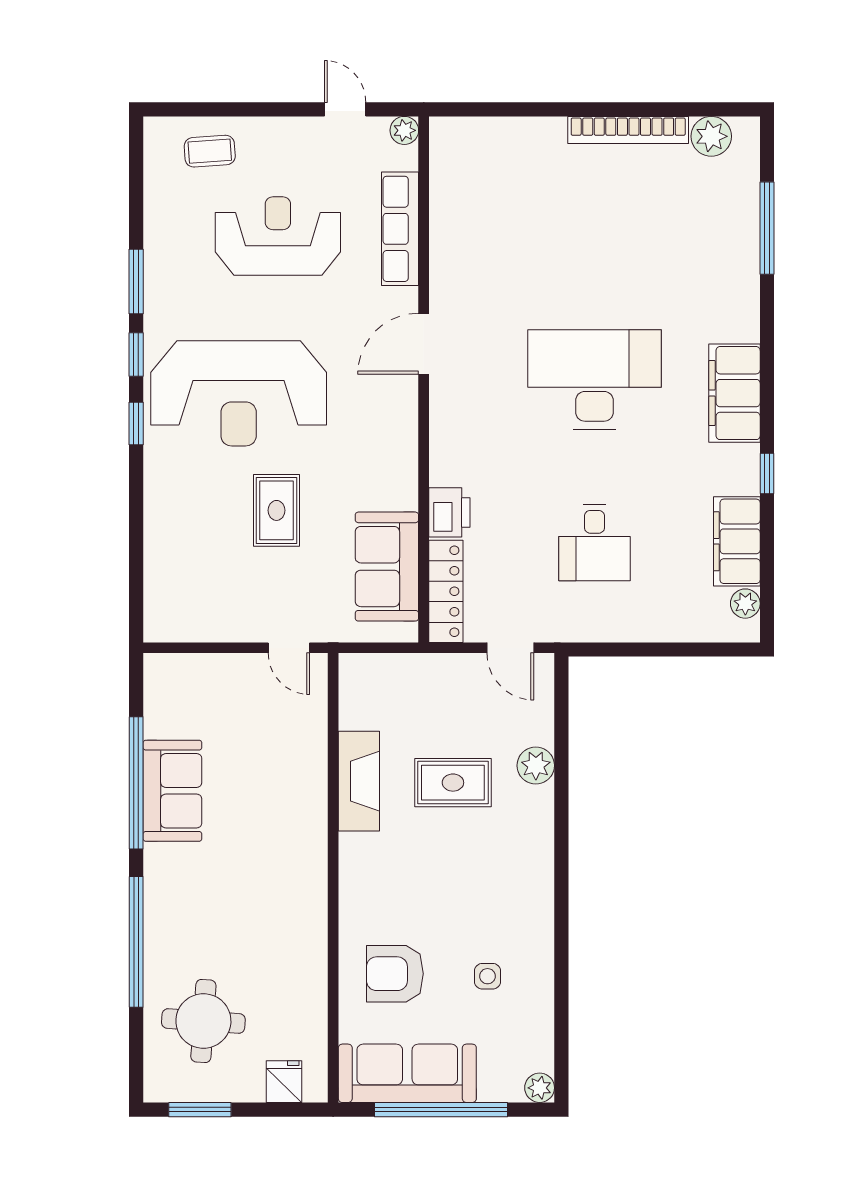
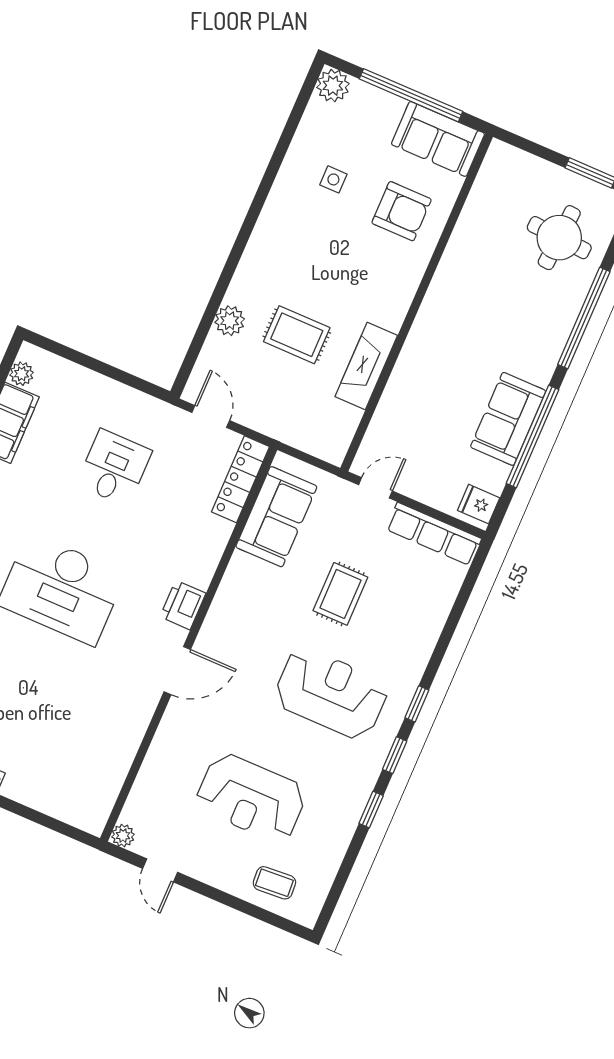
row of seats: (400, 229) -> (434, 534), moved, turned 90
window: (136, 281) -> (371, 810), width x0.67
reception desk: (239, 393) -> (331, 693), width x0.74, depth x0.77
printer: (449, 512) -> (183, 605), moved
door: (289, 648) -> (375, 488), hinge flipped
sofa: (407, 1073) -> (438, 139), width x0.73
fridge: (284, 1082) -> (479, 504), moved, turned 90
plant: (540, 1088) -> (333, 86), width x1.38, depth x1.38

